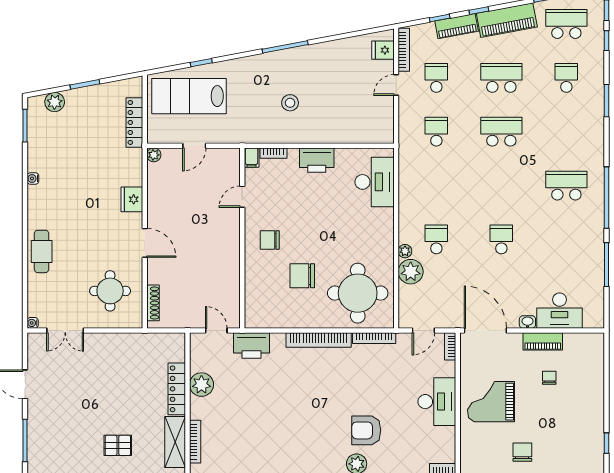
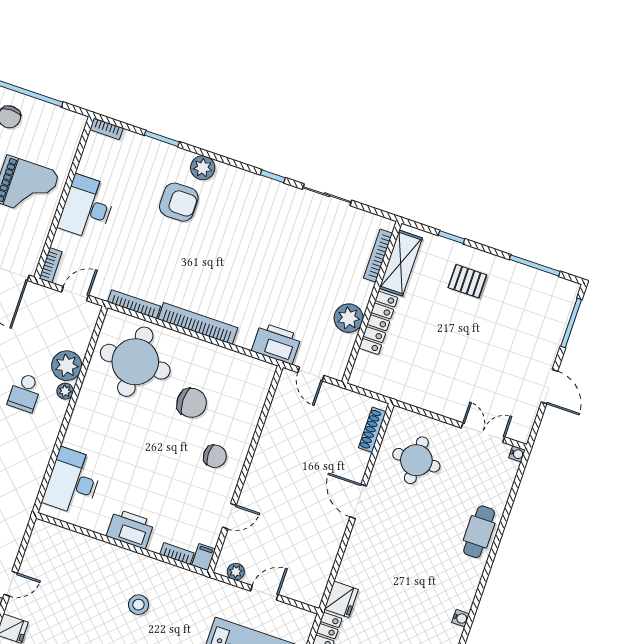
plant: (154, 155) -> (236, 572), moved
fridge: (132, 199) -> (341, 599), moved

